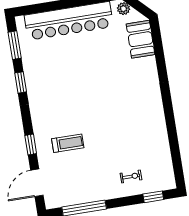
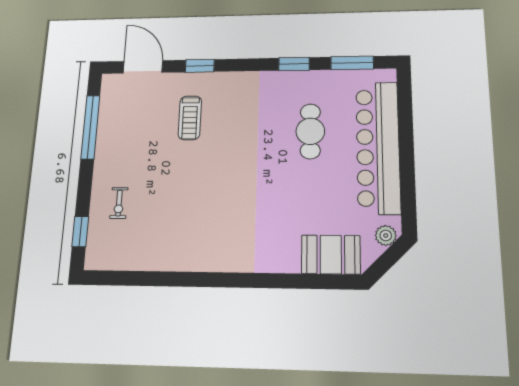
cafe table: (65, 64) -> (310, 131), added

